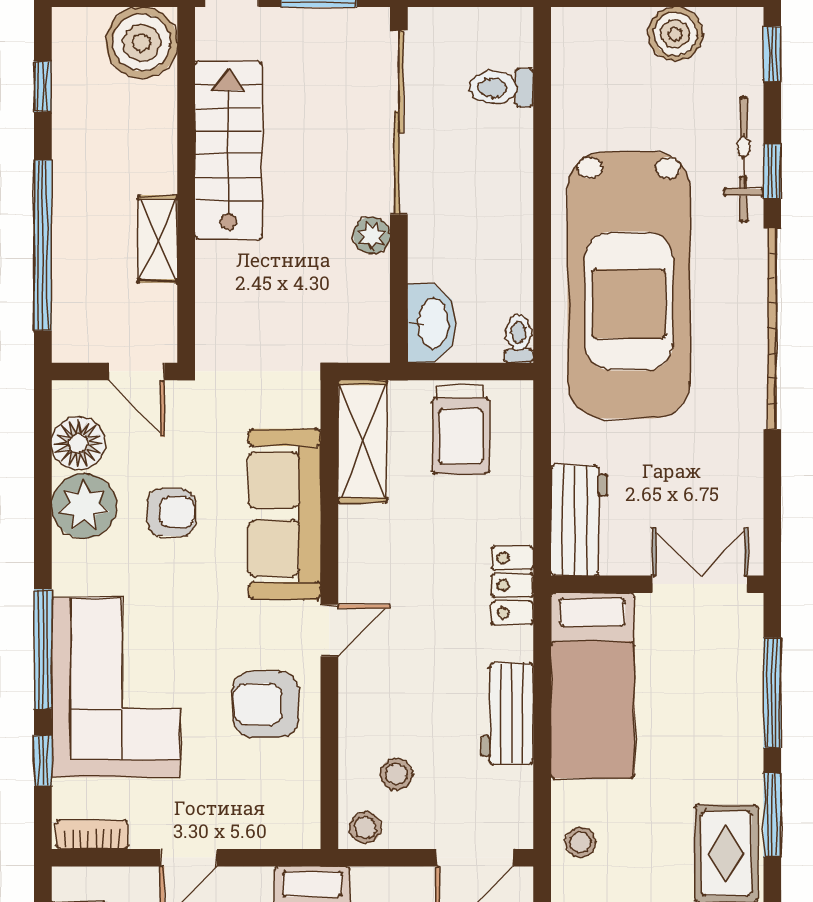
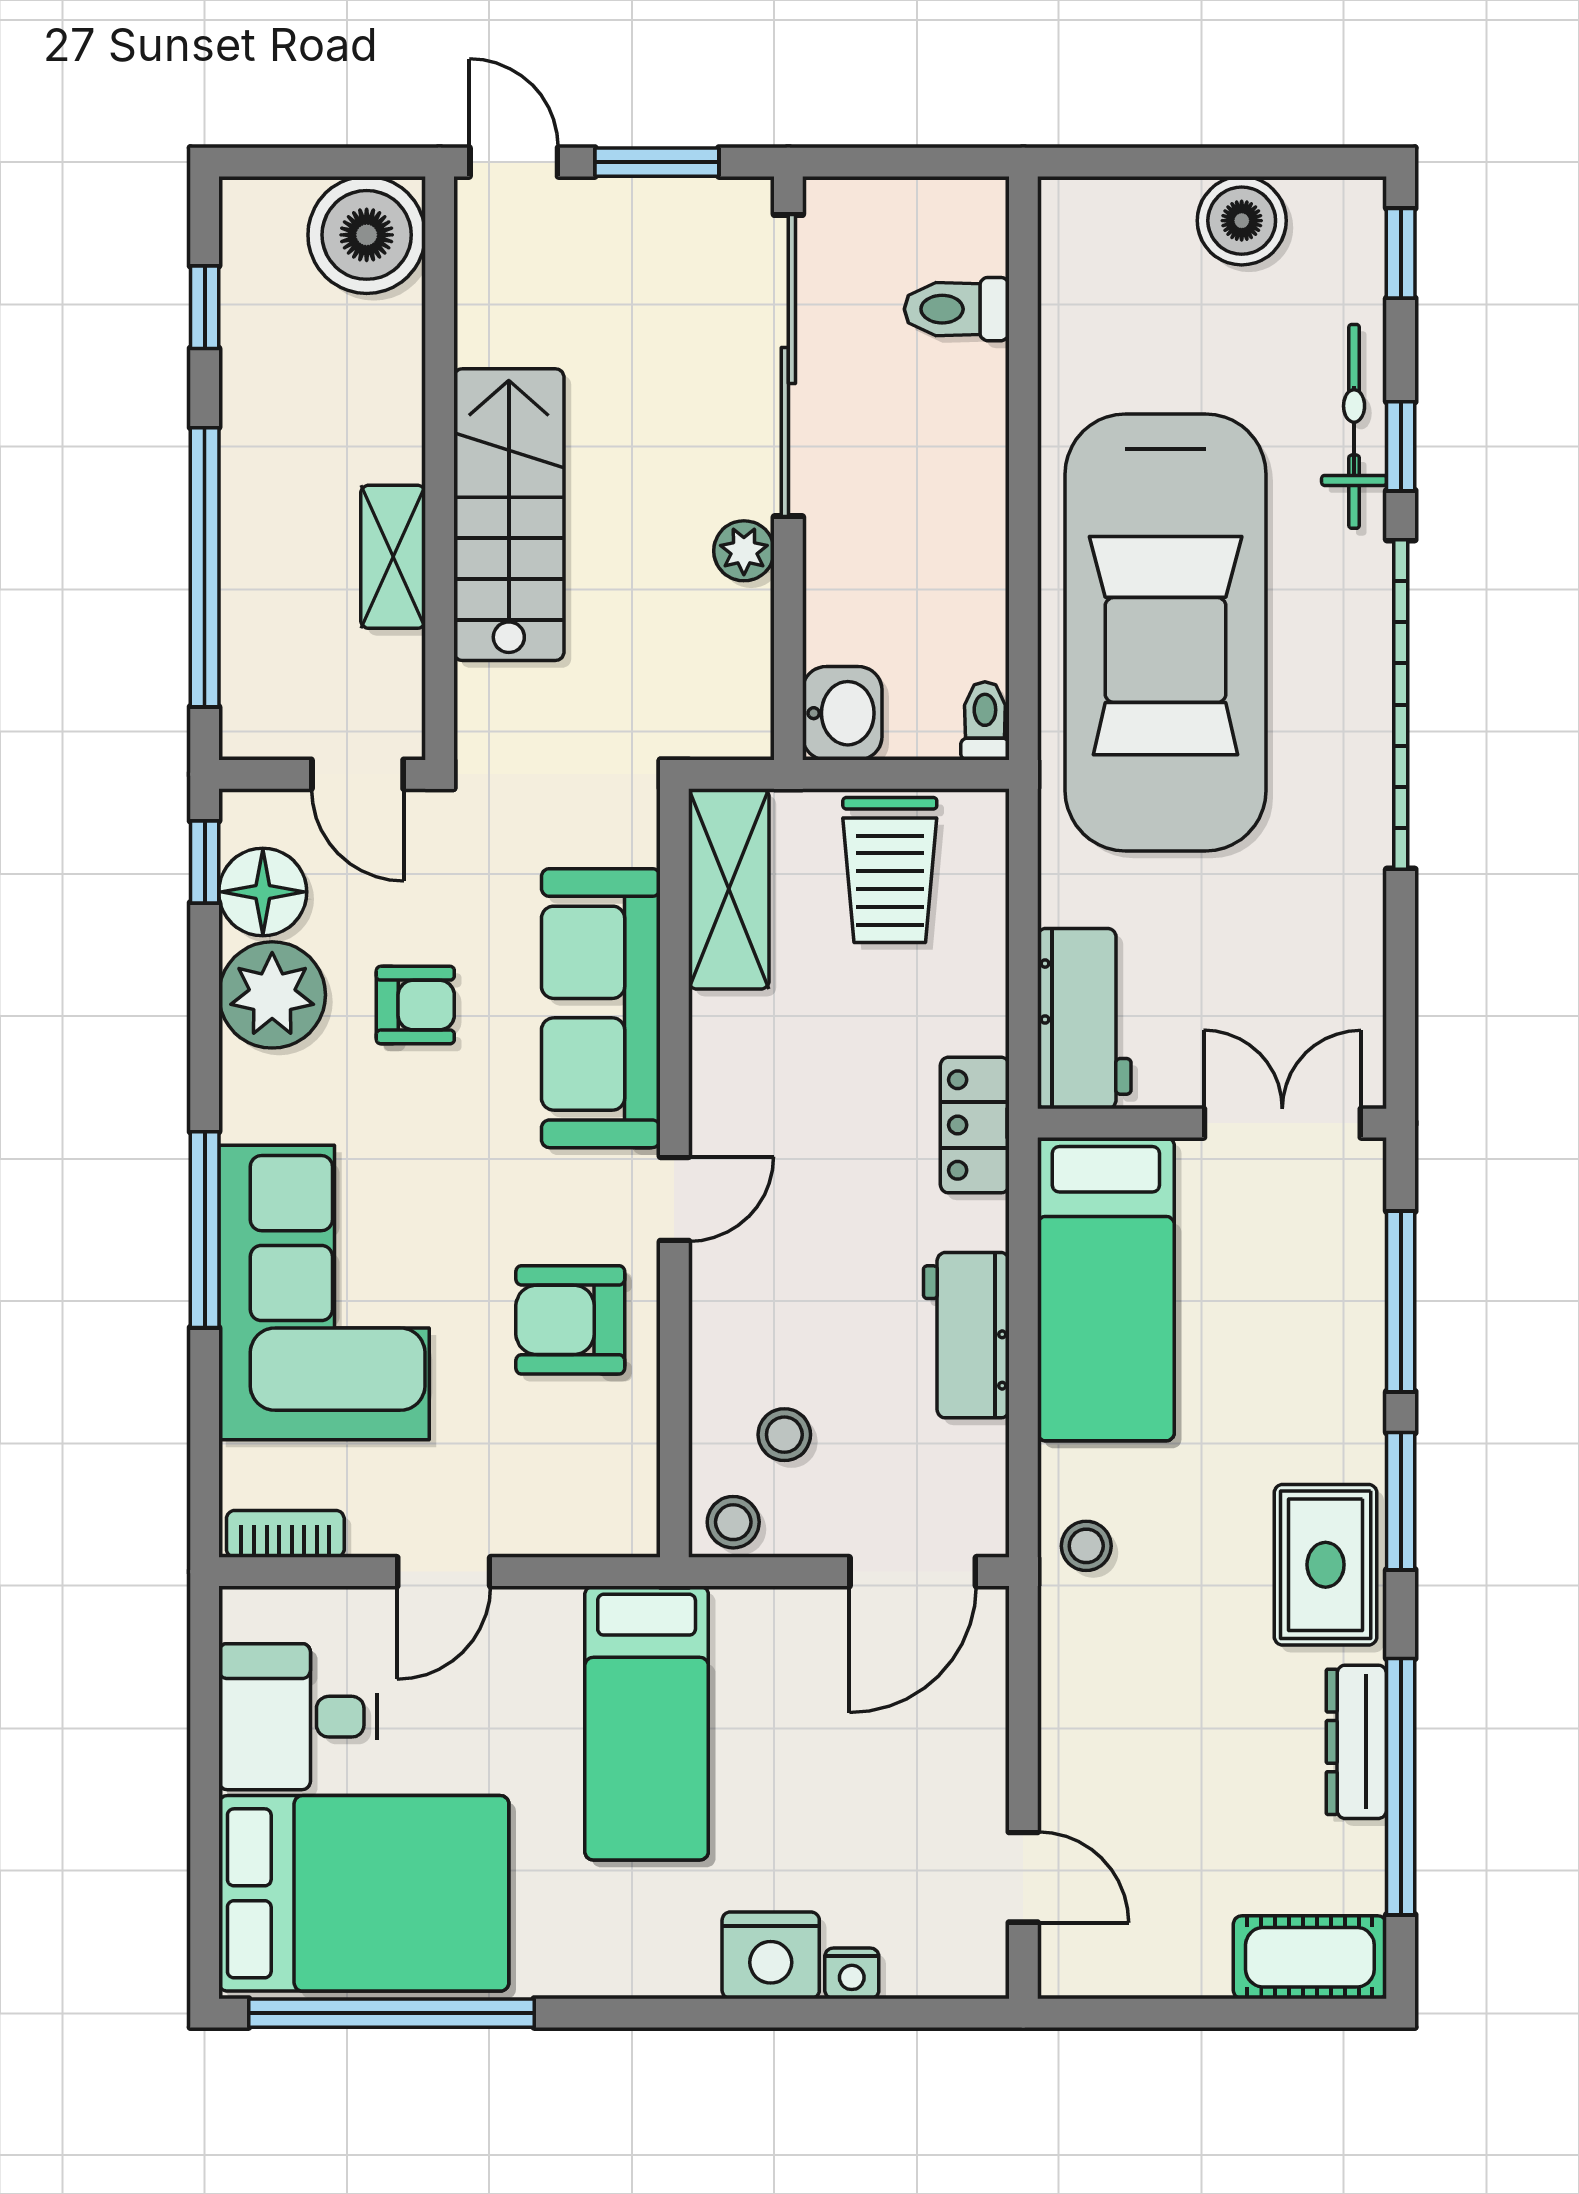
stairs: (228, 150) -> (509, 515), moved
washbasin: (432, 323) -> (842, 713), width x0.72
window: (43, 761) -> (205, 862), moved

